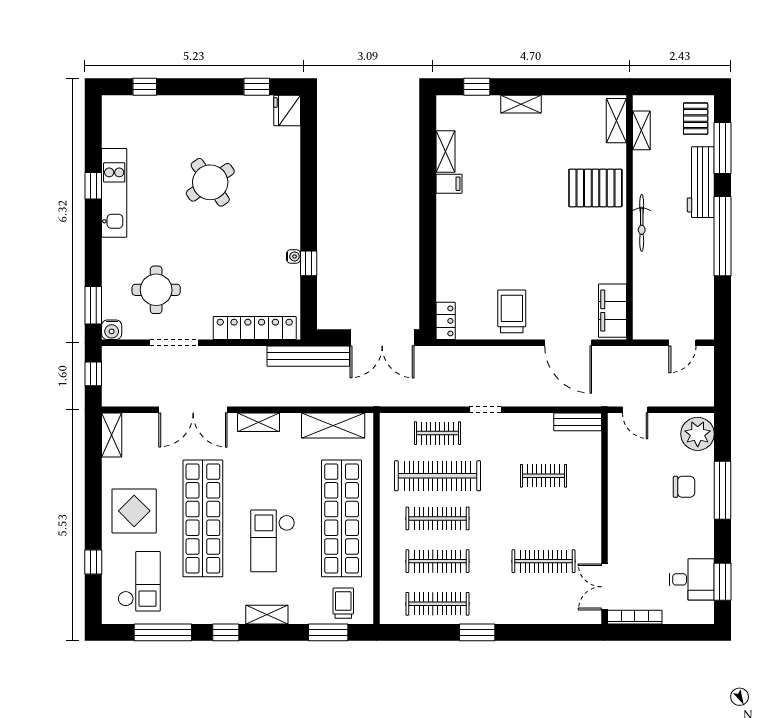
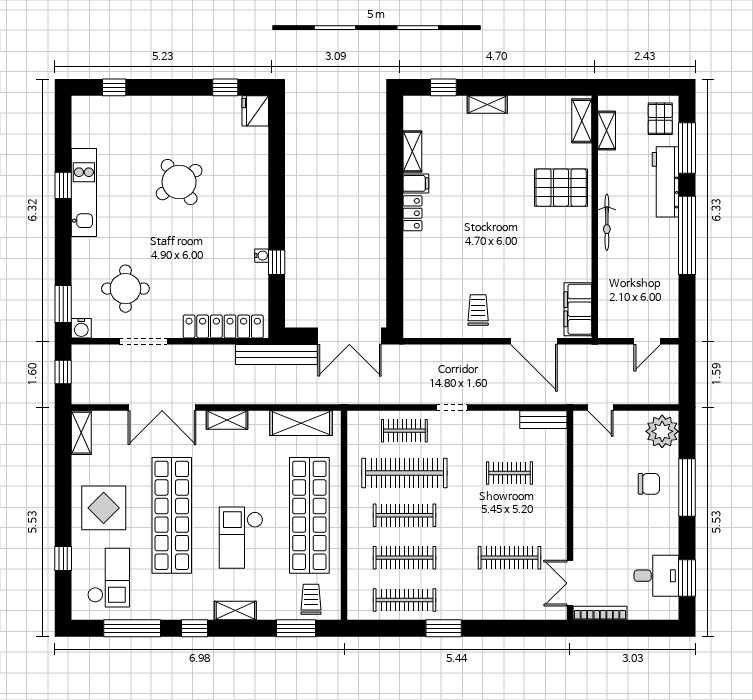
trolley: (512, 311) -> (478, 310), width x0.73, depth x0.72
locker: (446, 321) -> (412, 213), moved

